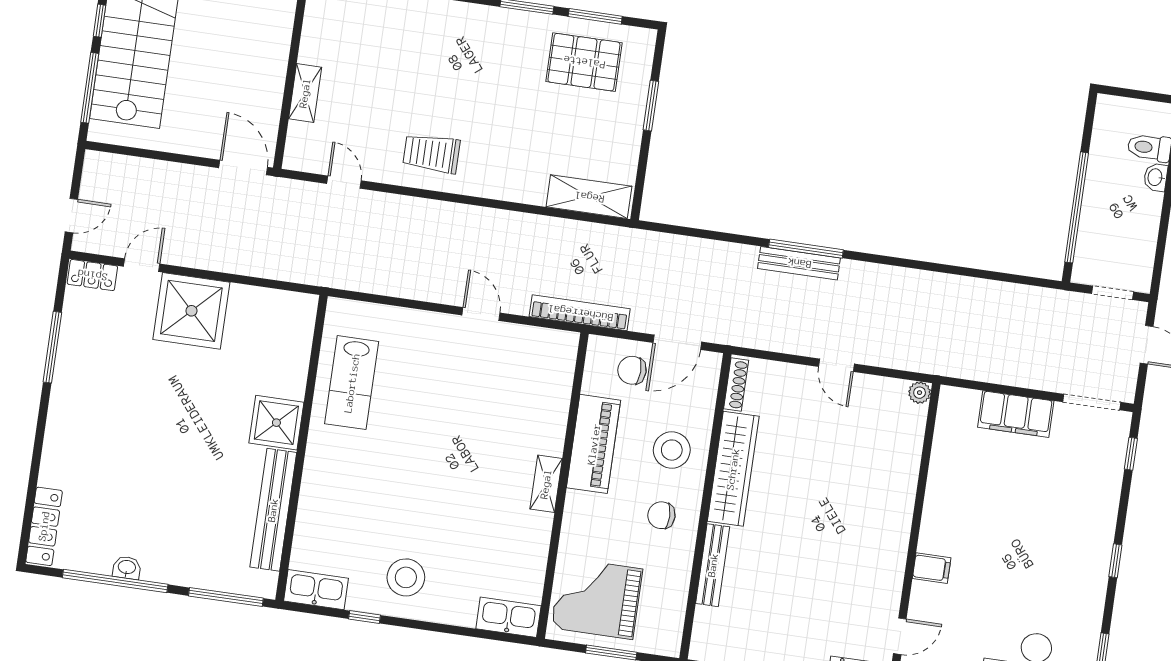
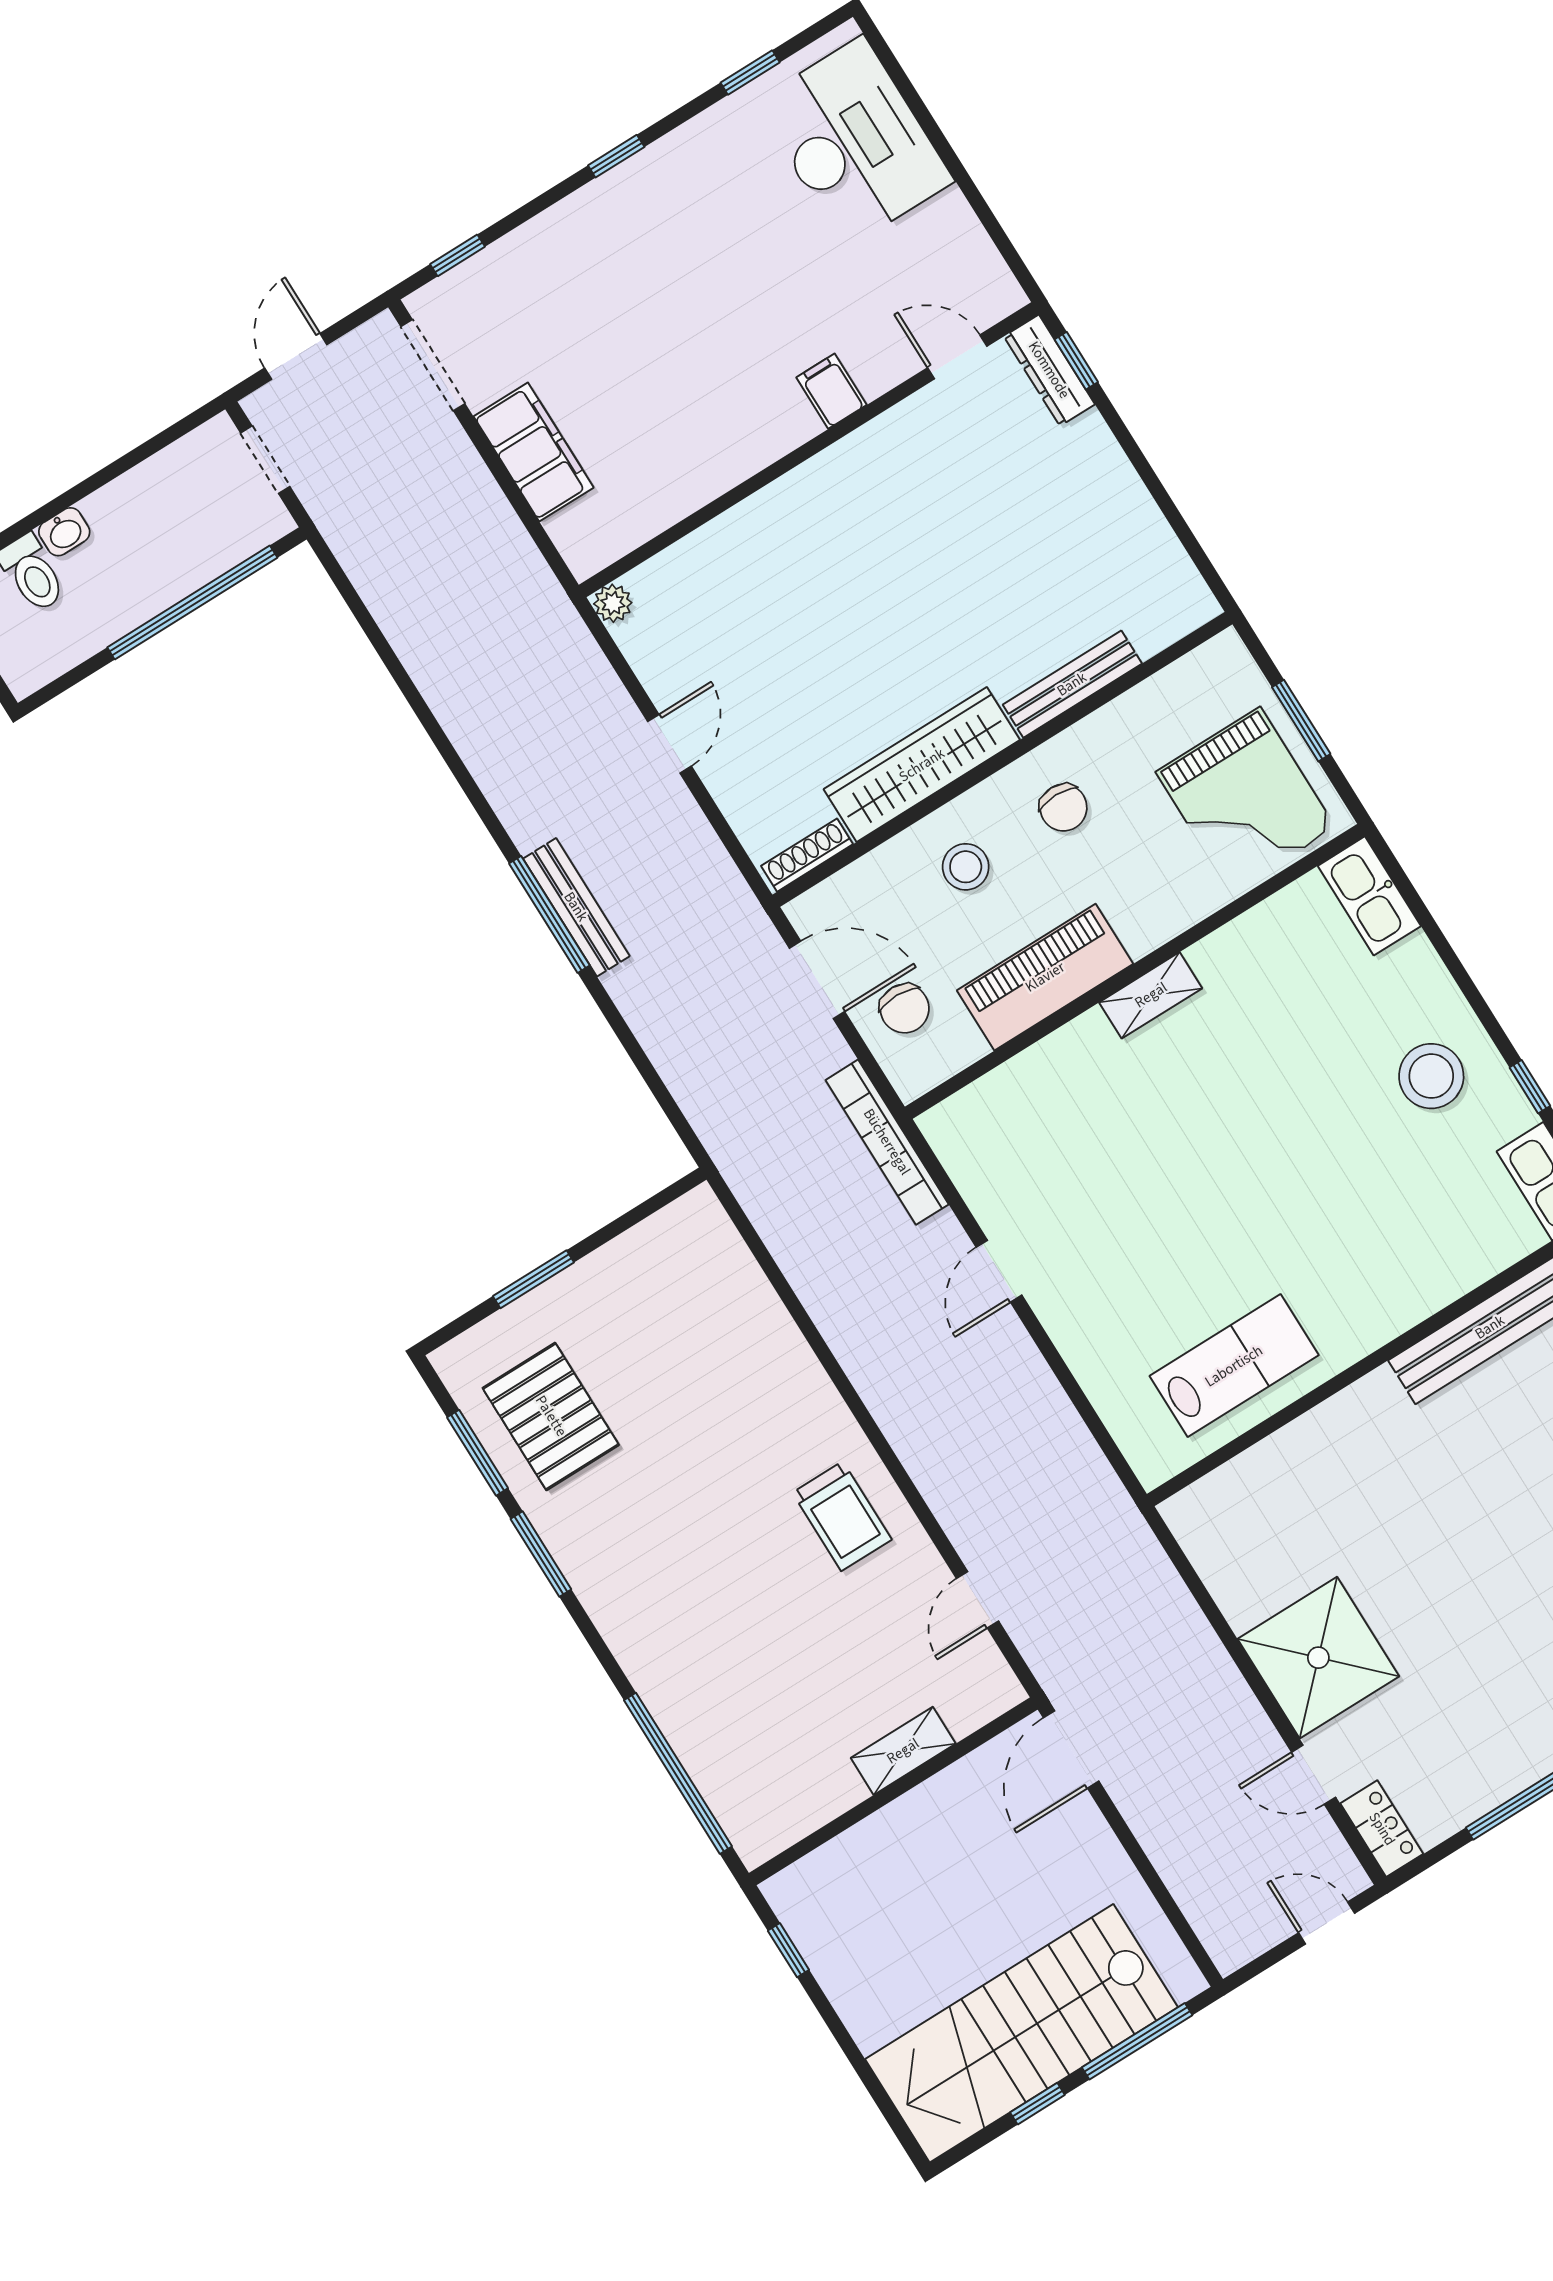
shelving: (589, 197) -> (723, 1260), removed
shower: (276, 423) -> (1371, 1420), removed
stool: (672, 450) -> (966, 867), width x0.73, depth x0.73

